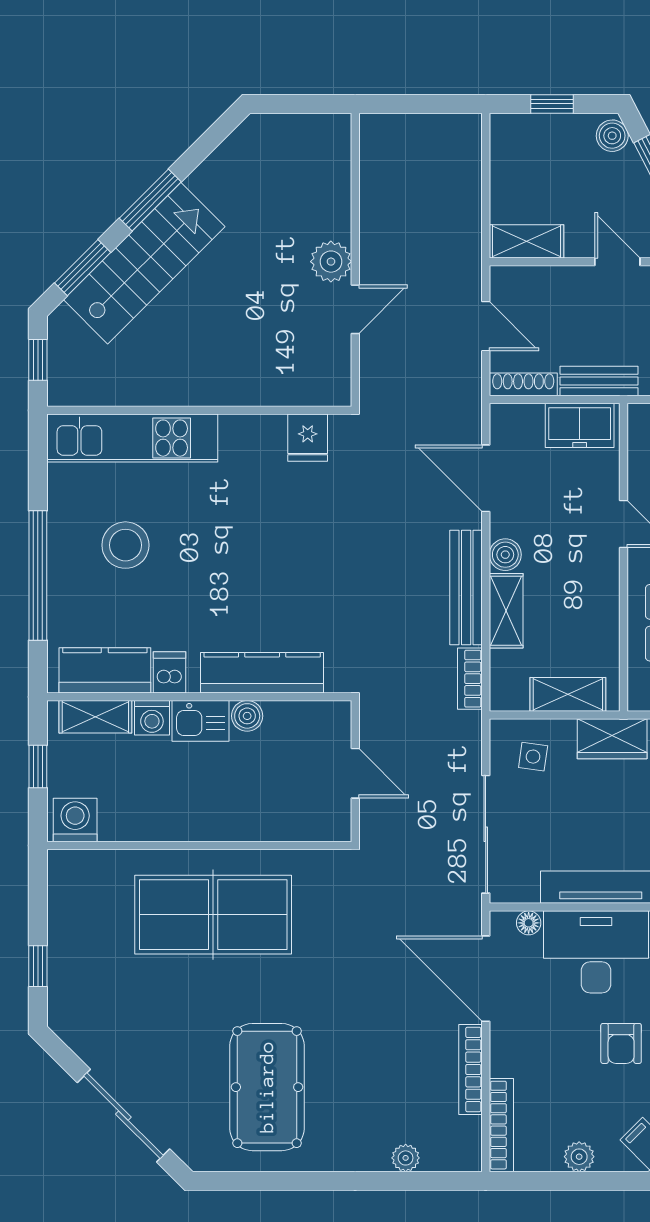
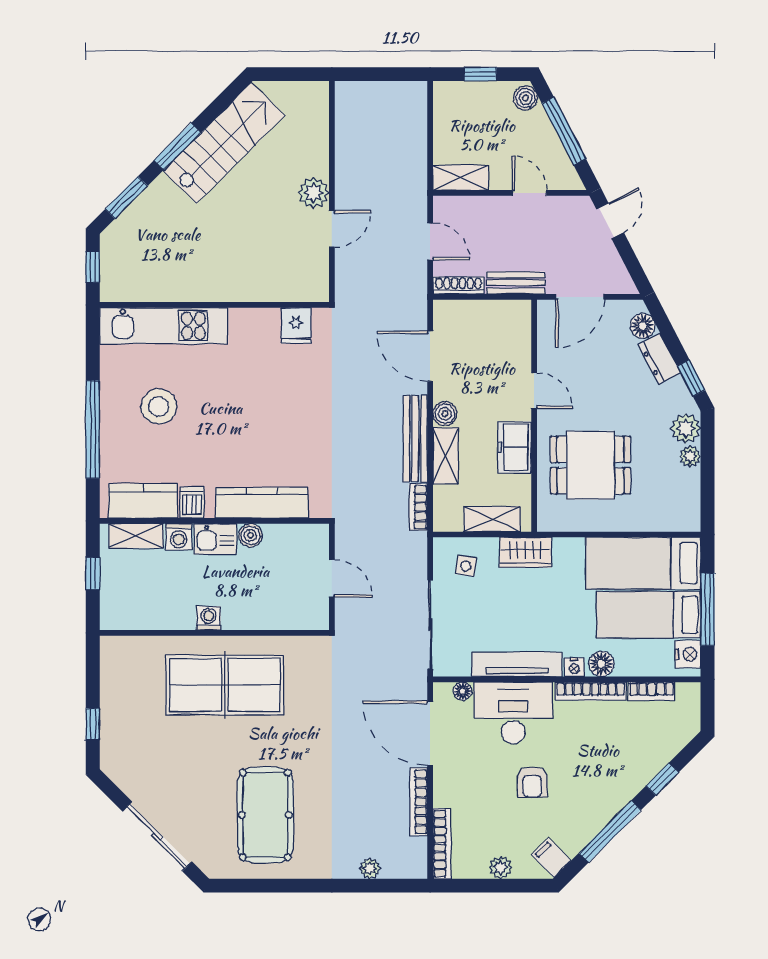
stairs: (144, 263) -> (224, 143), moved
freezer: (580, 425) -> (514, 447), moved, turned 90
washing machine: (75, 820) -> (209, 618), moved, width x0.73, depth x0.73

